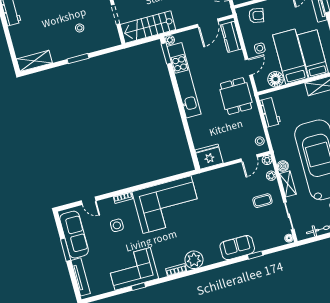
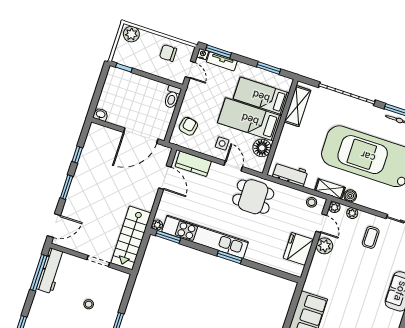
window: (181, 108) -> (229, 257), added
fridge: (209, 157) -> (298, 249), moved
plant: (234, 171) -> (325, 246), added
shelving: (288, 184) -> (330, 189), moved

